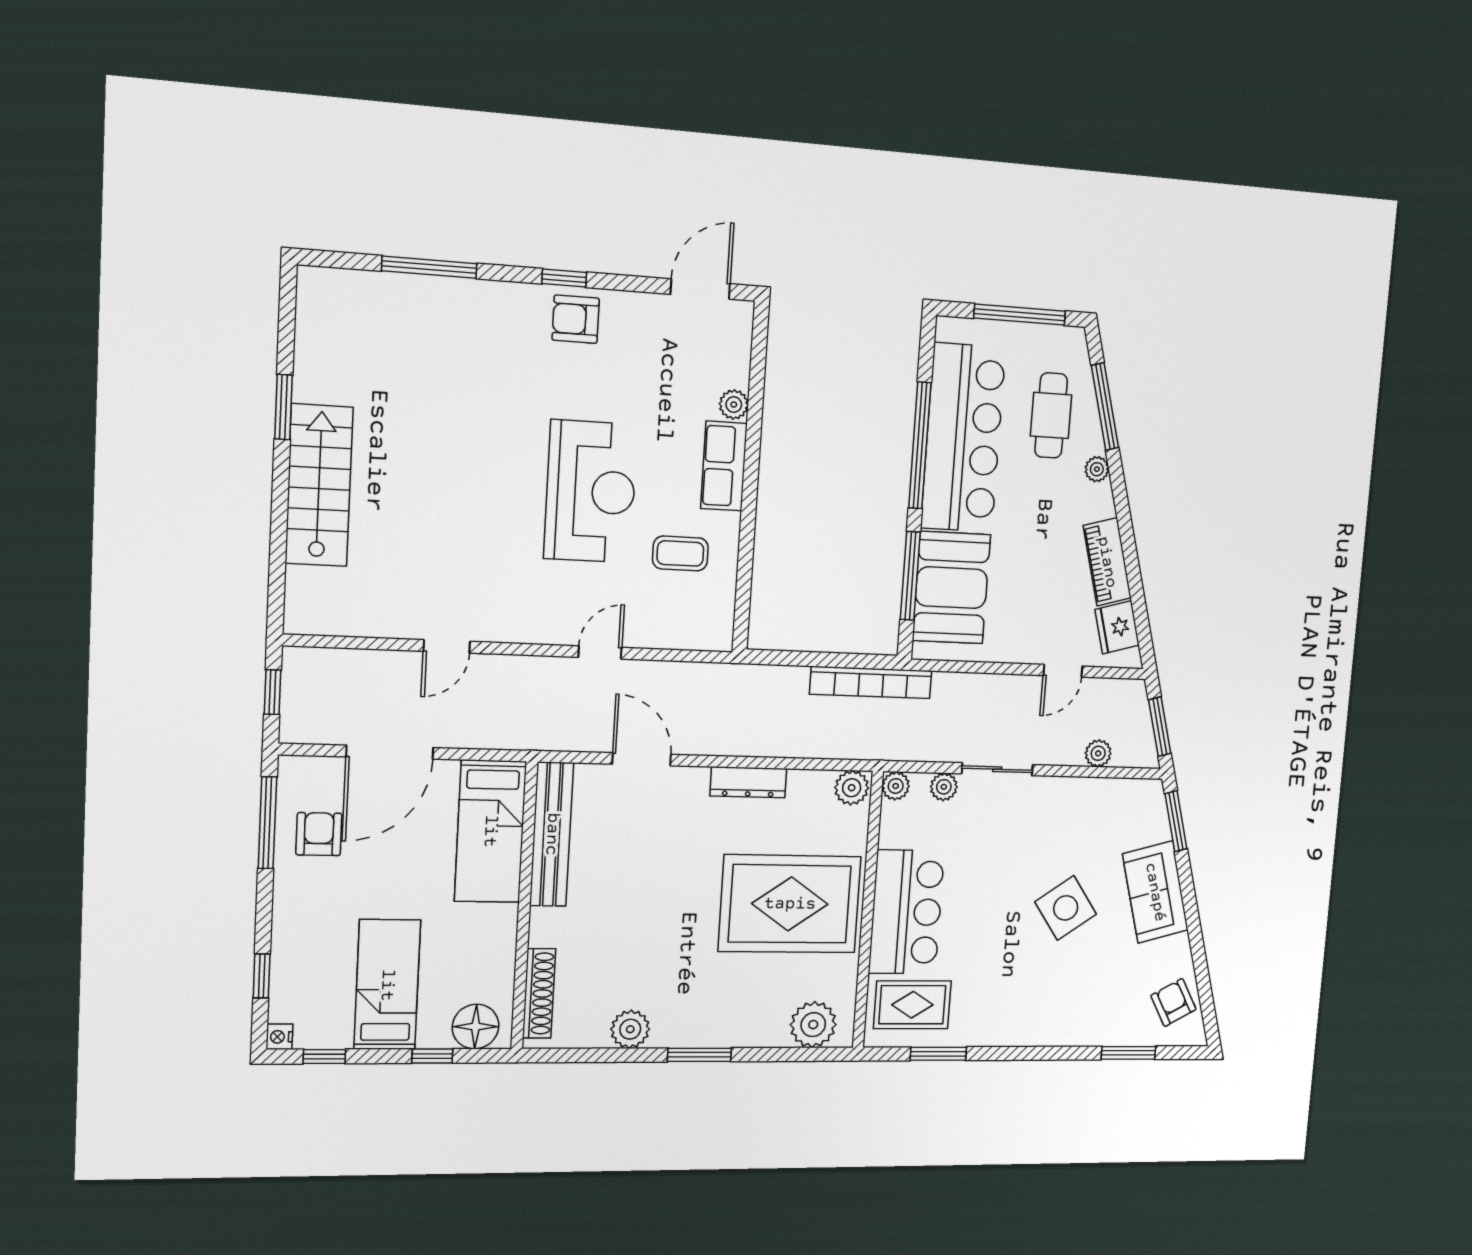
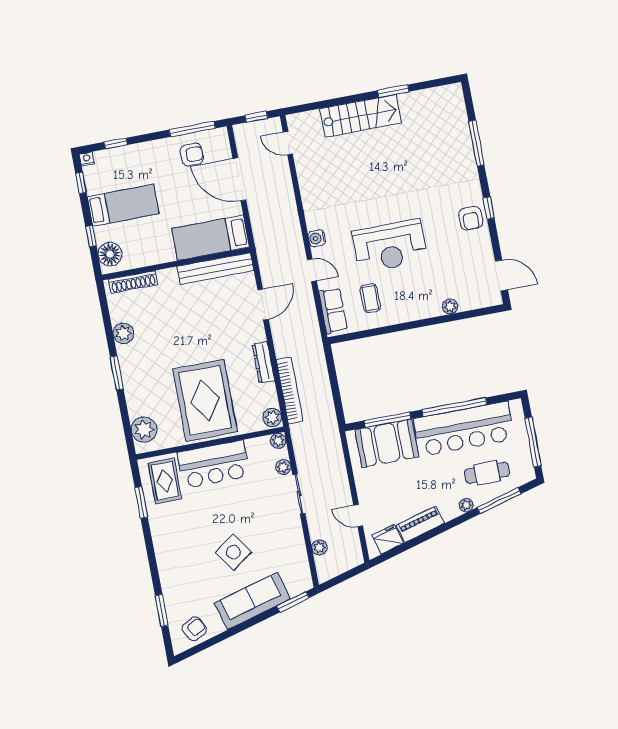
armchair: (576, 319) -> (471, 218), turned 180
row of seats: (724, 466) -> (333, 311), moved, turned 90
water cooler: (541, 629) -> (317, 238), added
door: (447, 646) -> (288, 143), moved
bookcase: (871, 682) -> (290, 390), moved, turned 180
window: (1160, 727) -> (341, 578), removed
sofa: (1155, 892) -> (252, 601), width x1.36

